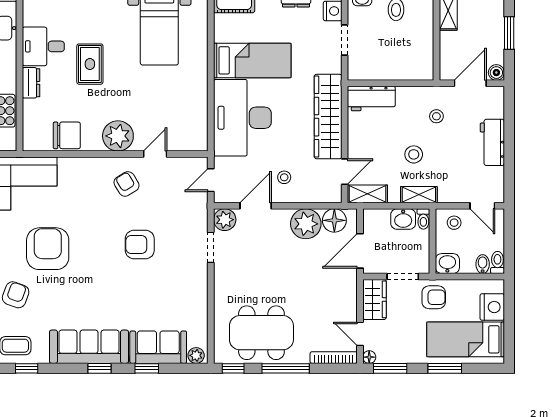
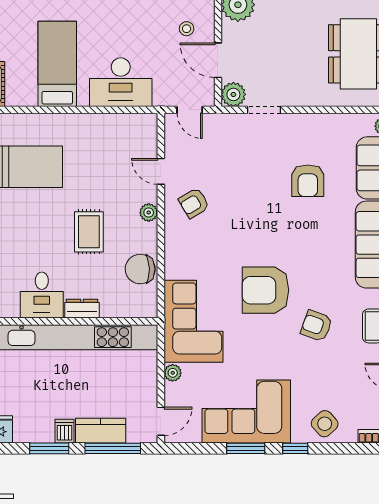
rug: (90, 64) -> (89, 232), moved, turned 90
desk: (242, 118) -> (121, 82), width x0.73, depth x0.77
chair: (67, 135) -> (140, 269), turned -91
plant: (118, 136) -> (149, 213), width x0.53, depth x0.53
armchair: (140, 245) -> (308, 181), moved

